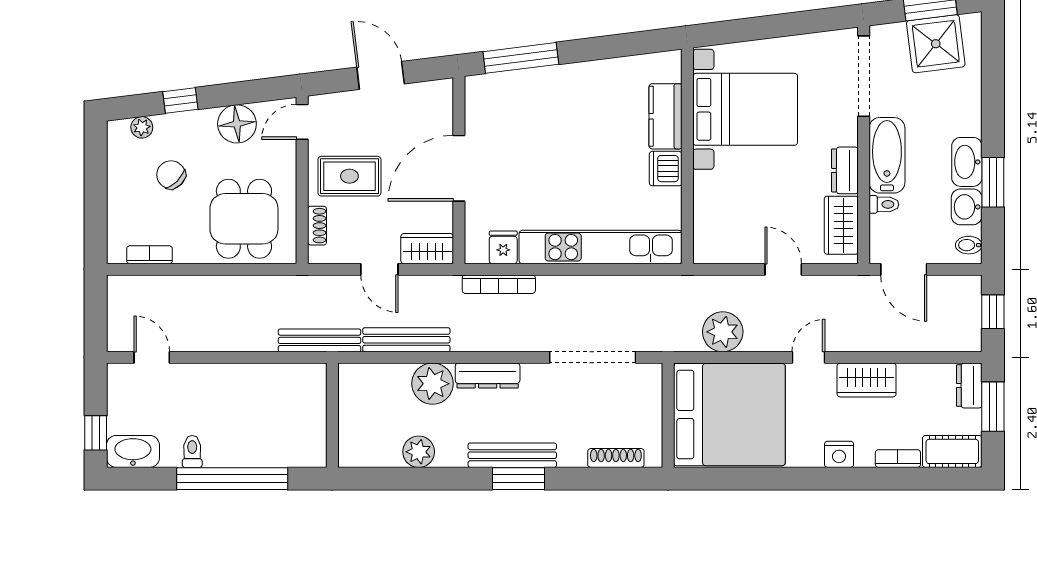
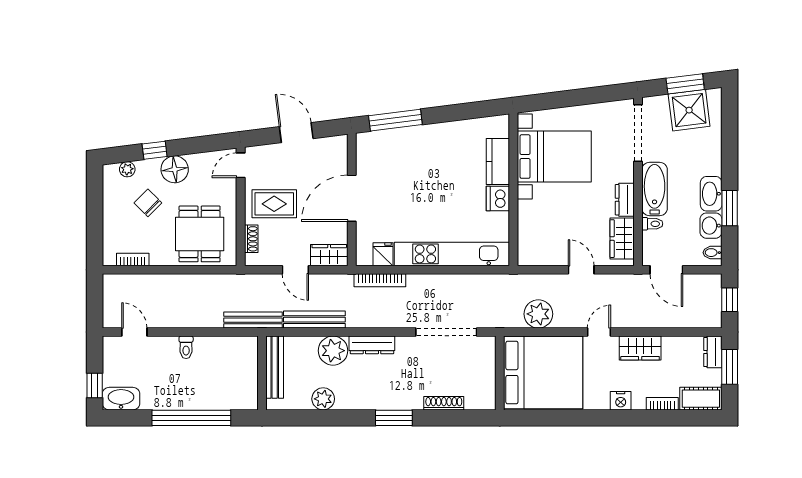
floor lamp: (237, 124) -> (175, 169), moved
toilet: (192, 451) -> (186, 347), moved, turned 180
bench: (512, 455) -> (275, 367), moved, turned 90
shoe rack: (616, 458) -> (444, 403), moved

